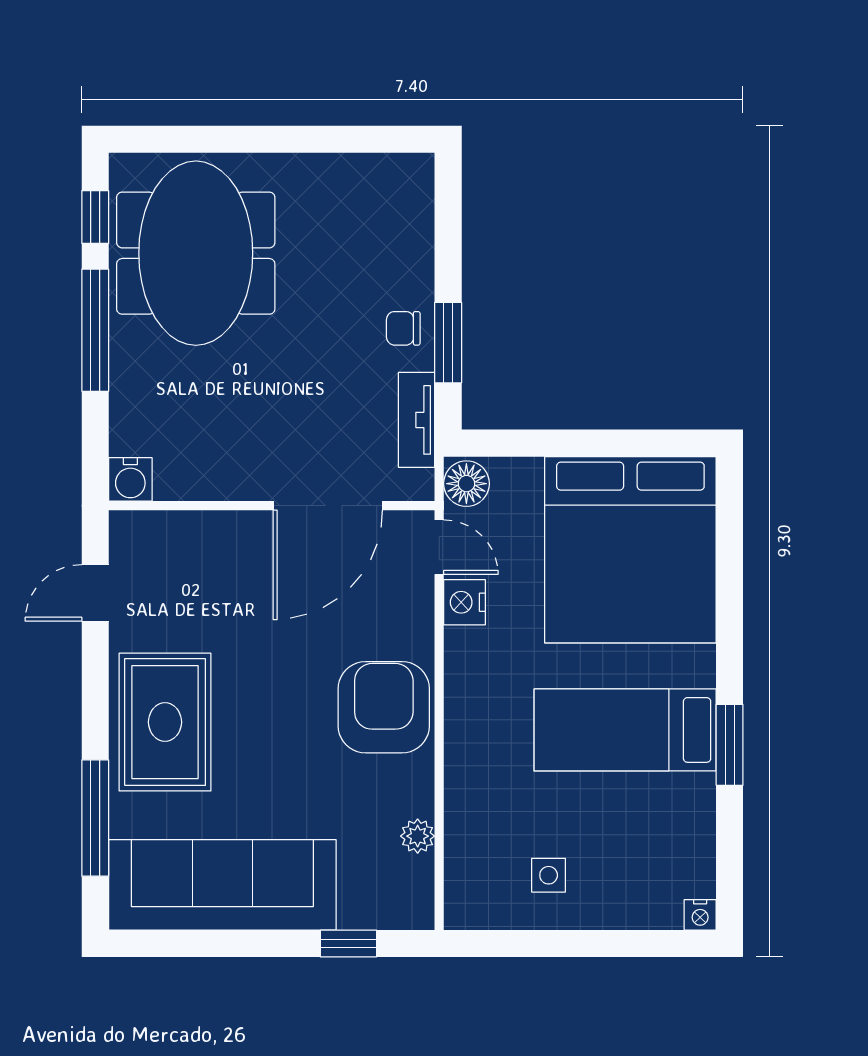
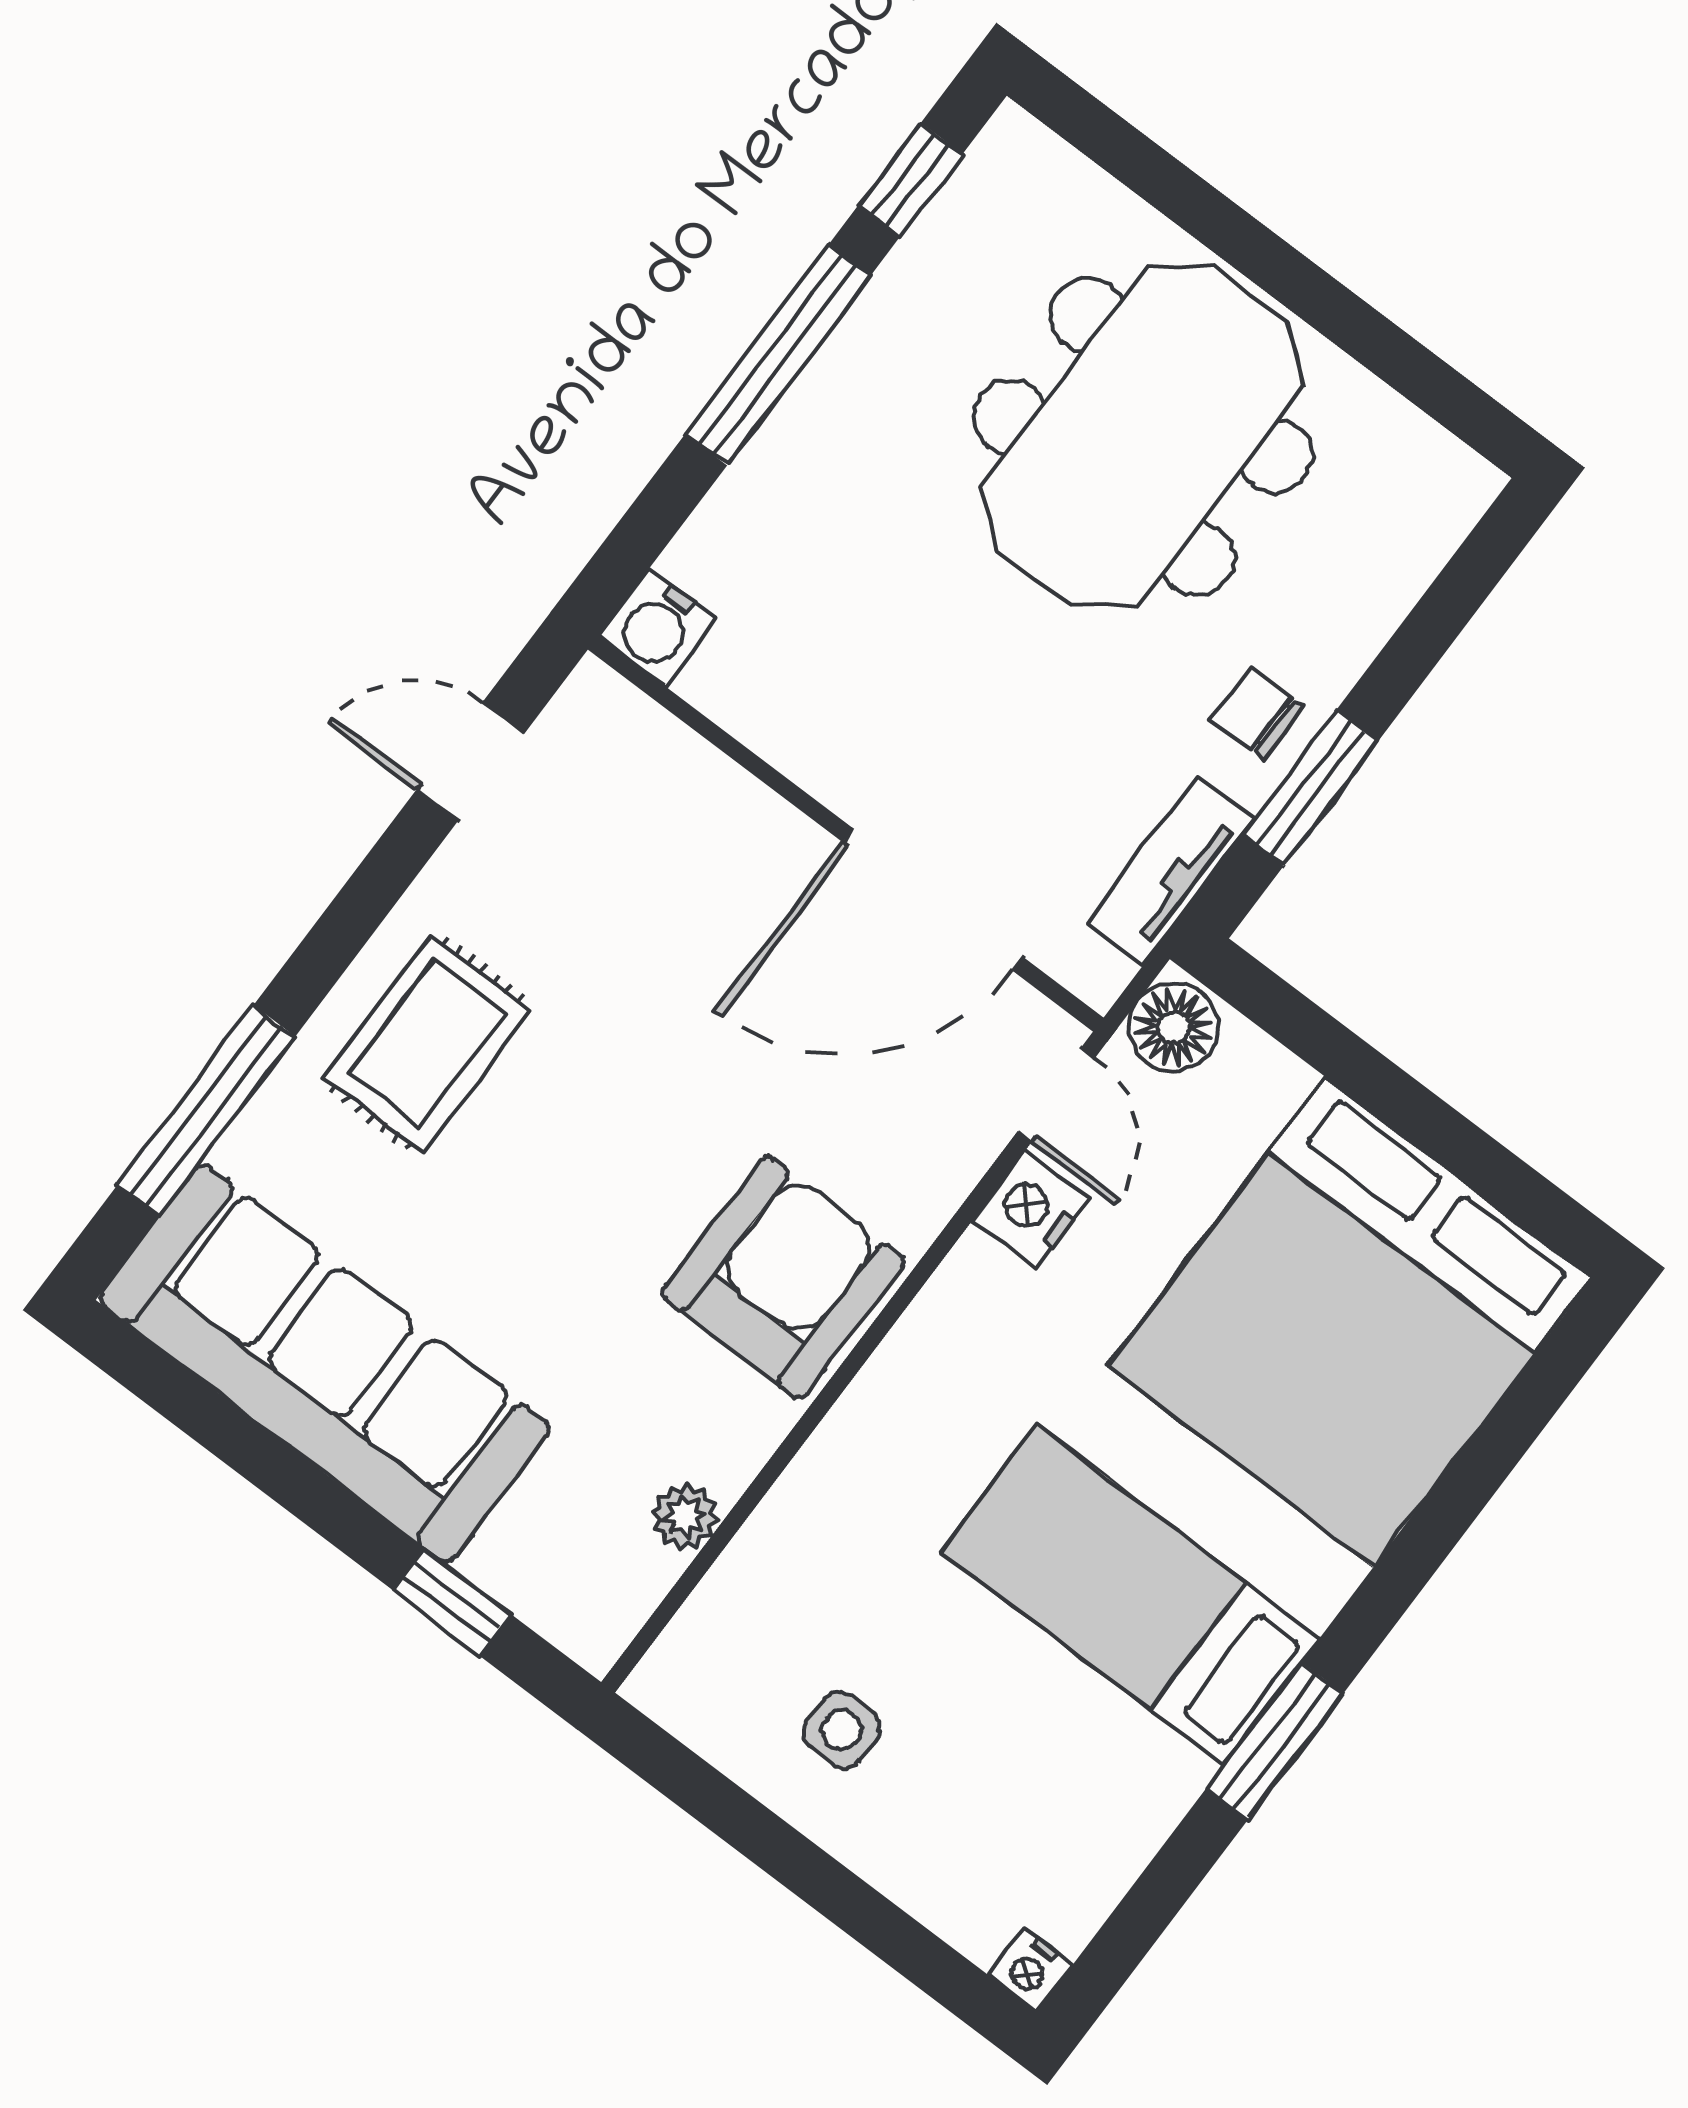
meeting table: (196, 253) -> (1143, 436), moved
rug: (165, 722) -> (427, 1044), width x0.73, depth x0.70

